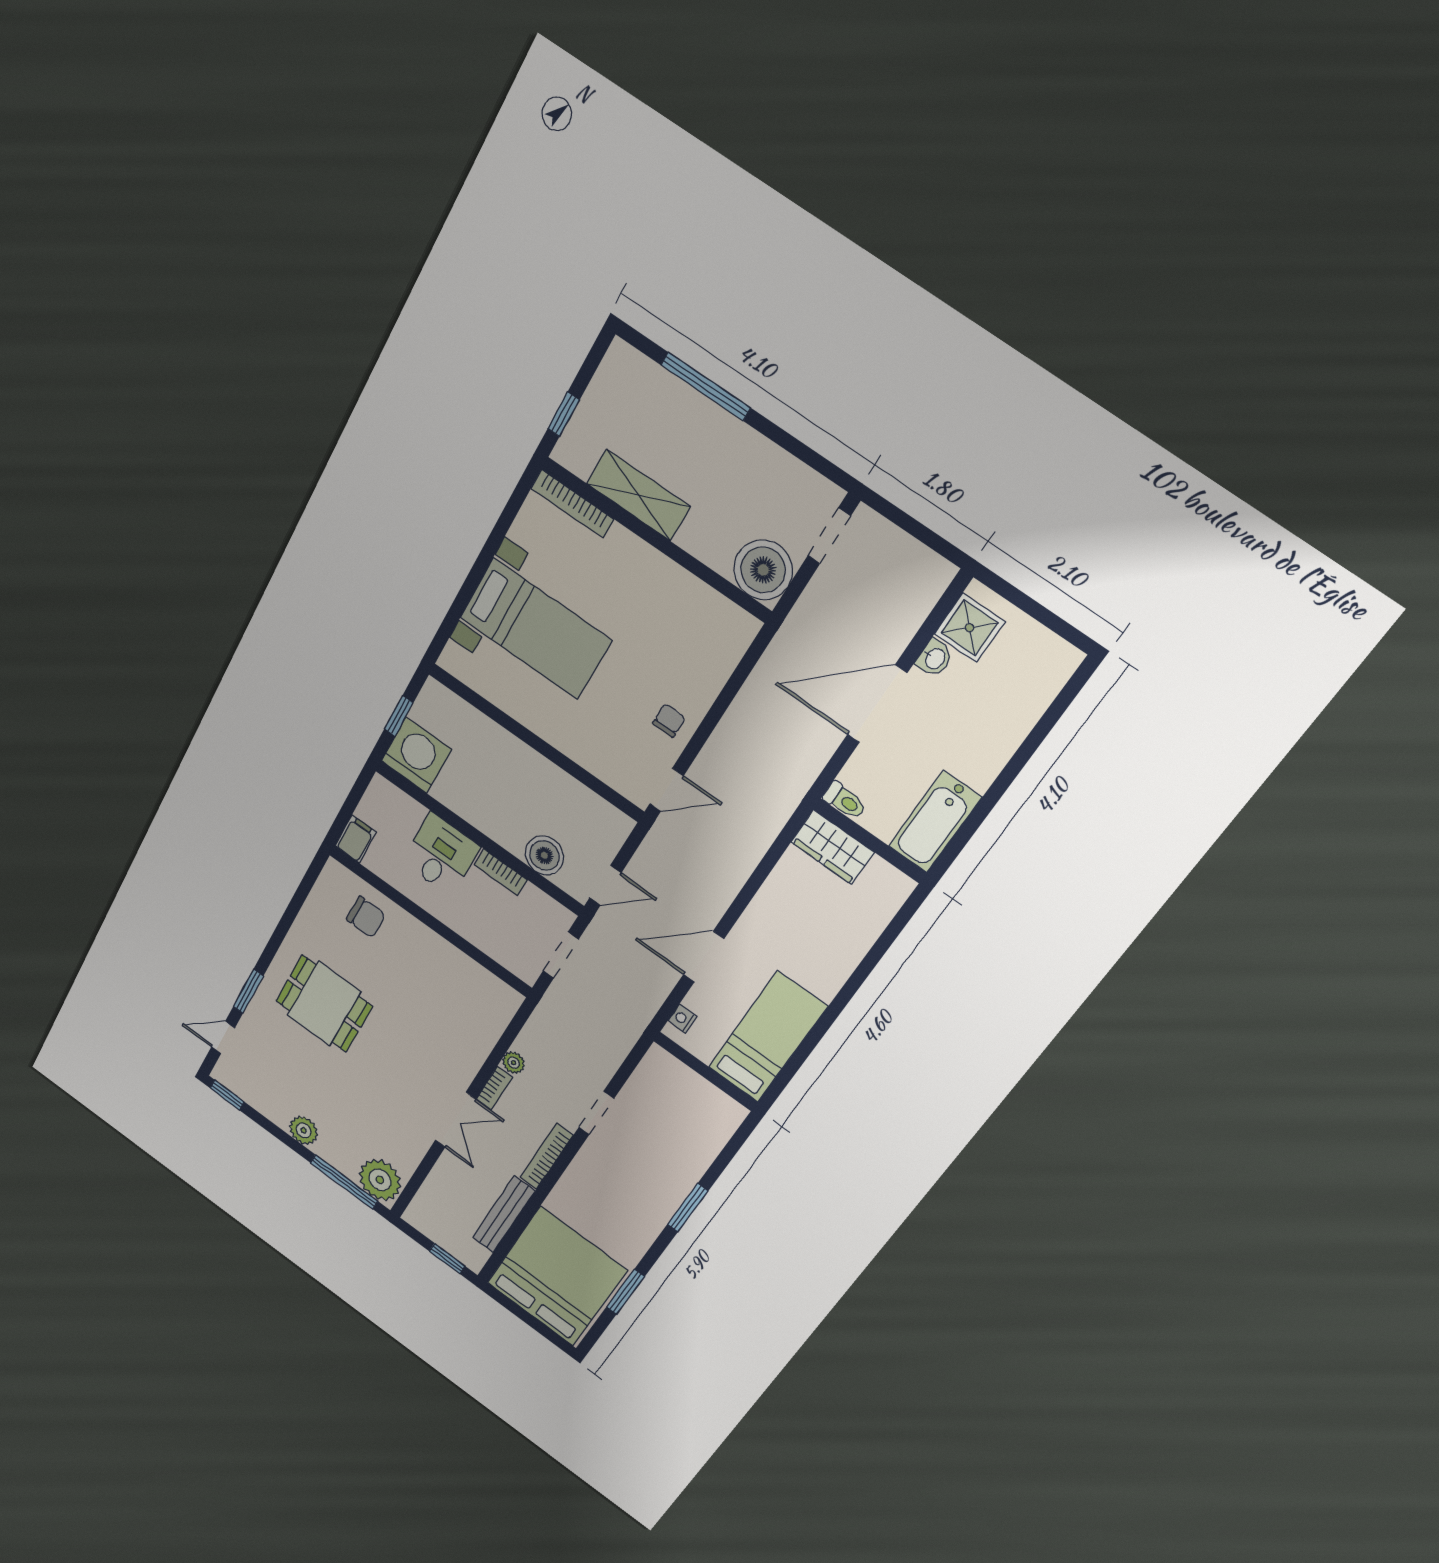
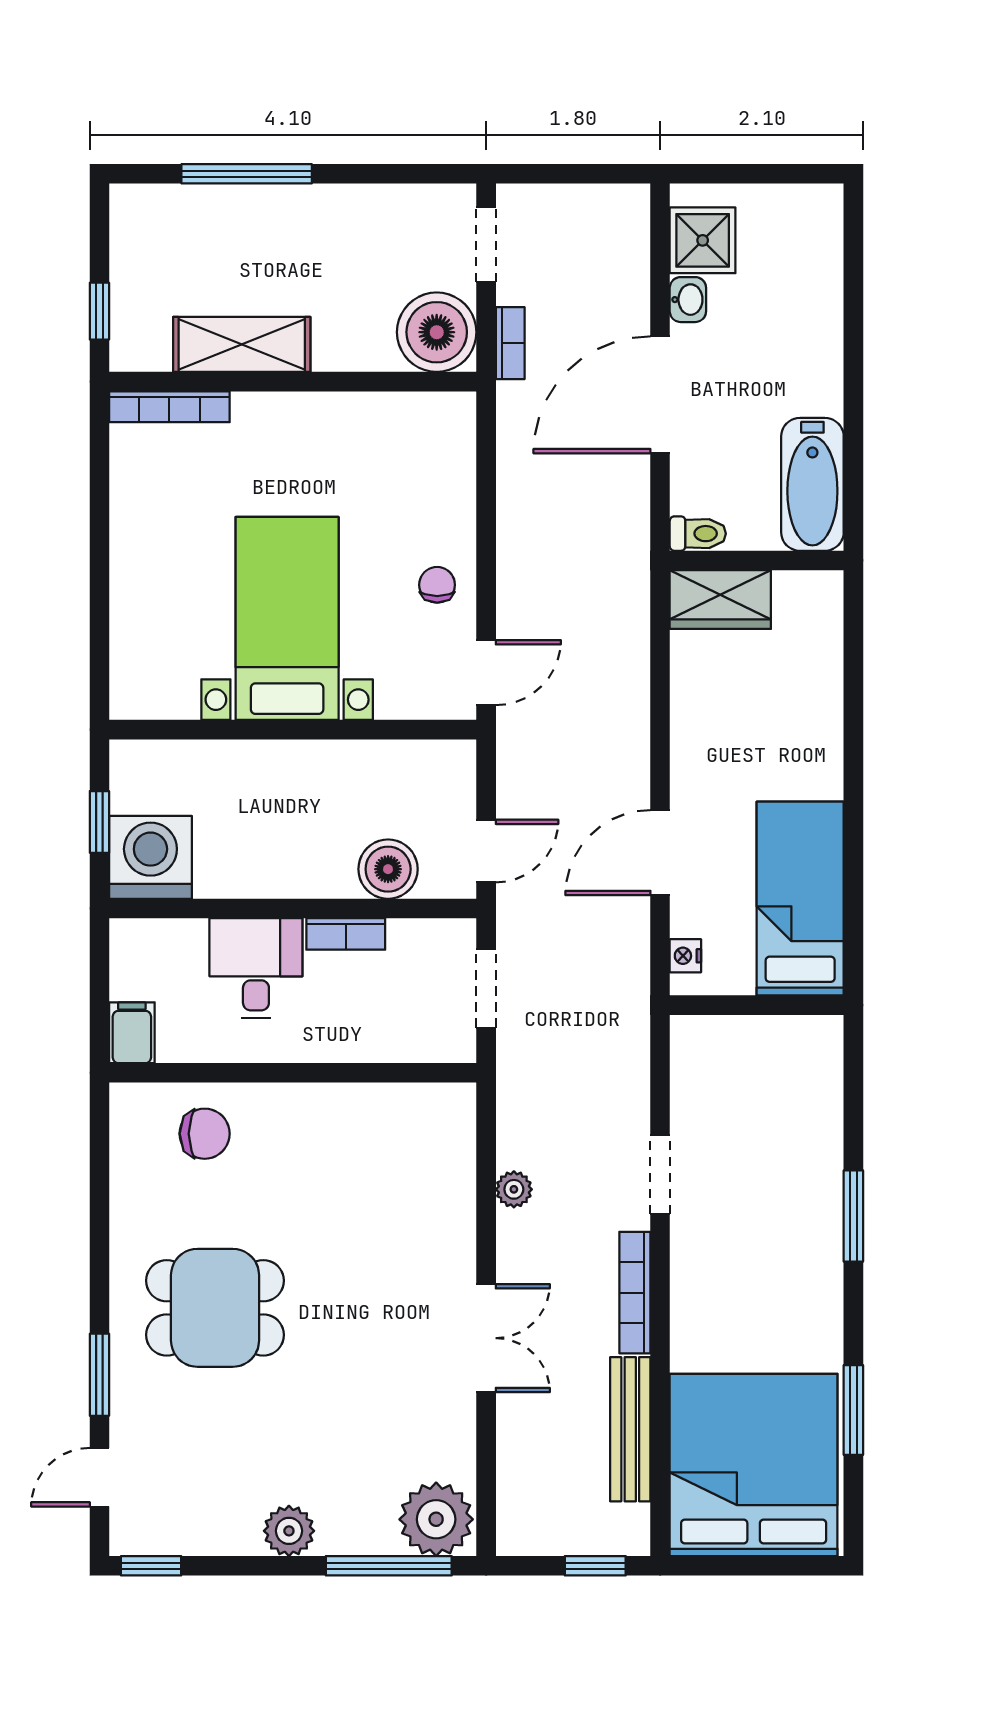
bed with nightstands: (535, 629) -> (287, 618), moved, turned -90
bookcase: (494, 1088) -> (510, 343), moved

